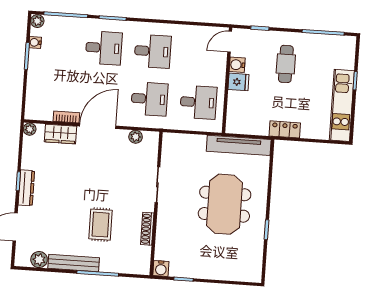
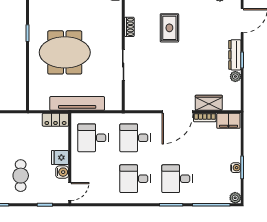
water cooler: (35, 42) -> (236, 168), moved
filing cabinet: (39, 111) -> (228, 121), added
plant: (30, 129) -> (235, 77), moved
locker: (285, 129) -> (55, 120), moved
plant: (136, 137) -> (145, 105), removed
tv unit: (239, 145) -> (77, 103), moved
meeting table: (225, 204) -> (65, 52), turned 90
shoe rack: (147, 229) -> (129, 27), width x0.70

